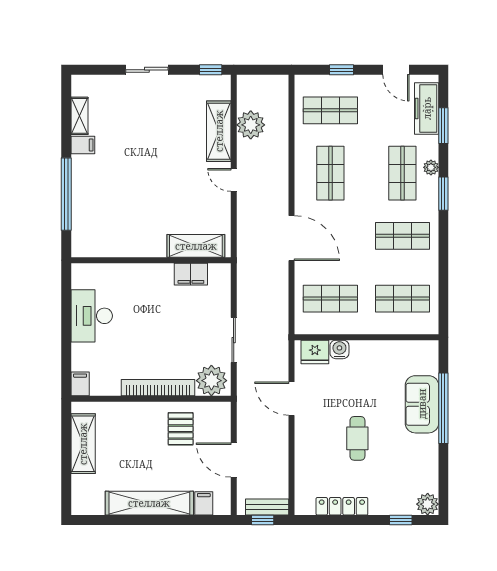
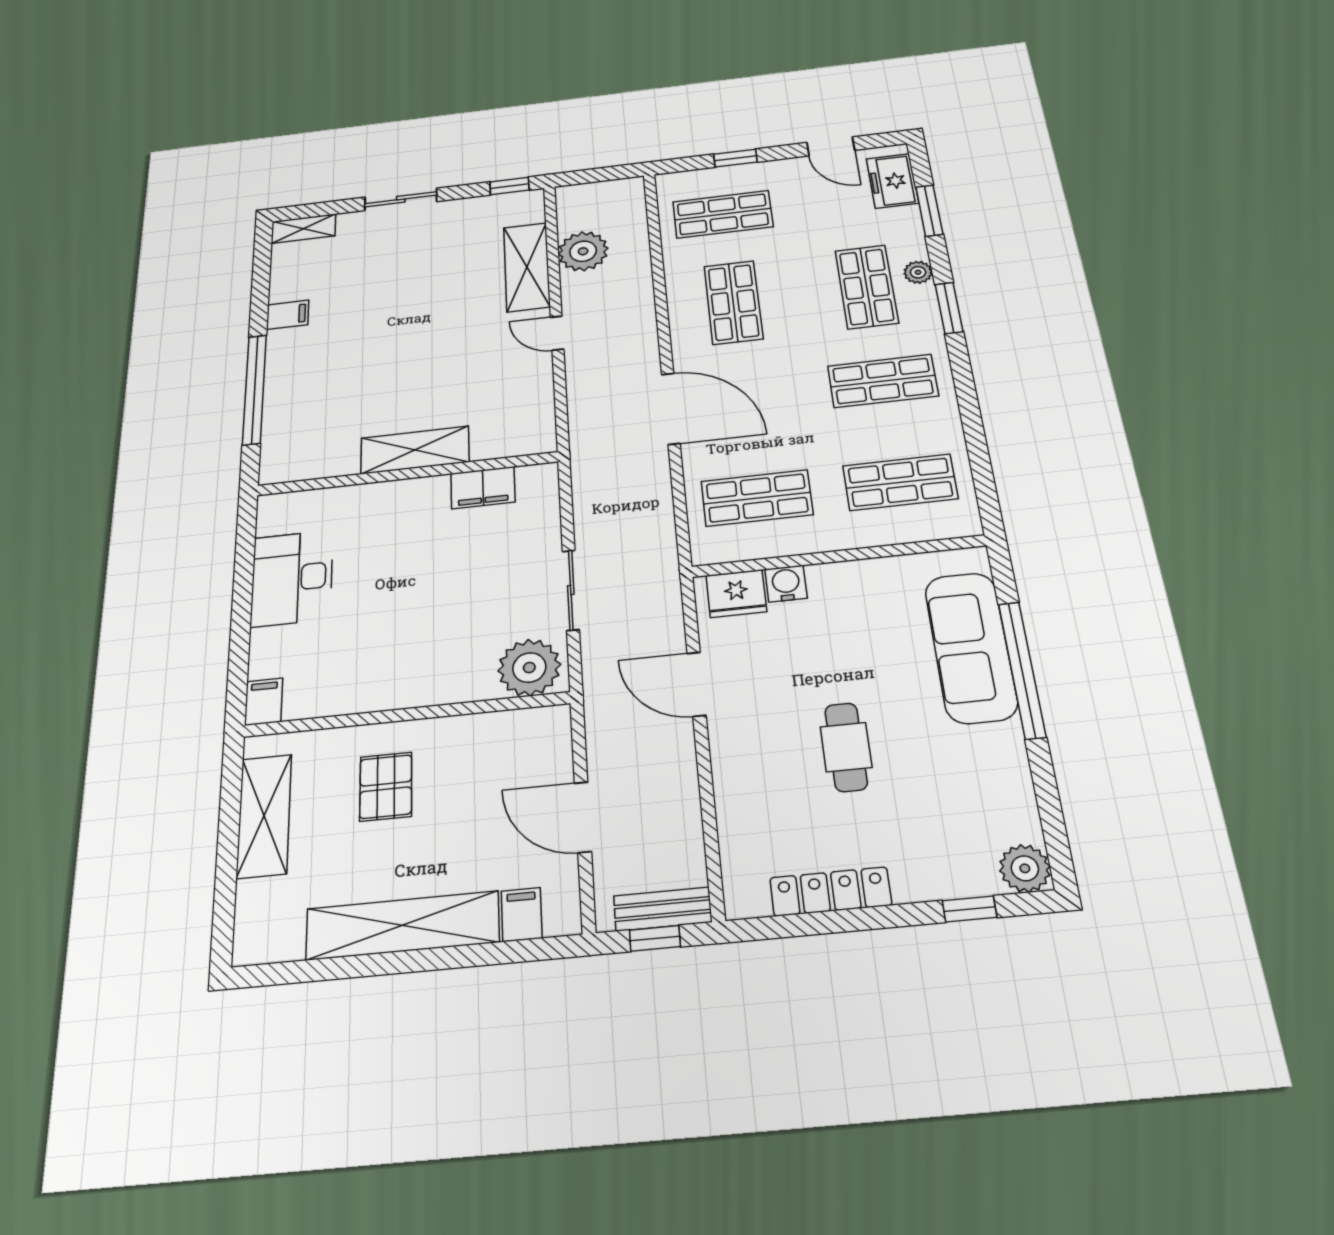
freezer: (427, 108) -> (892, 181), width x0.71
shelving: (80, 116) -> (303, 229), moved, turned 90
shelving: (196, 246) -> (415, 450), moved
bookcase: (158, 388) -> (421, 692), removed
sofa: (422, 404) -> (971, 647), width x1.36
pallet: (181, 429) -> (386, 787), moved

